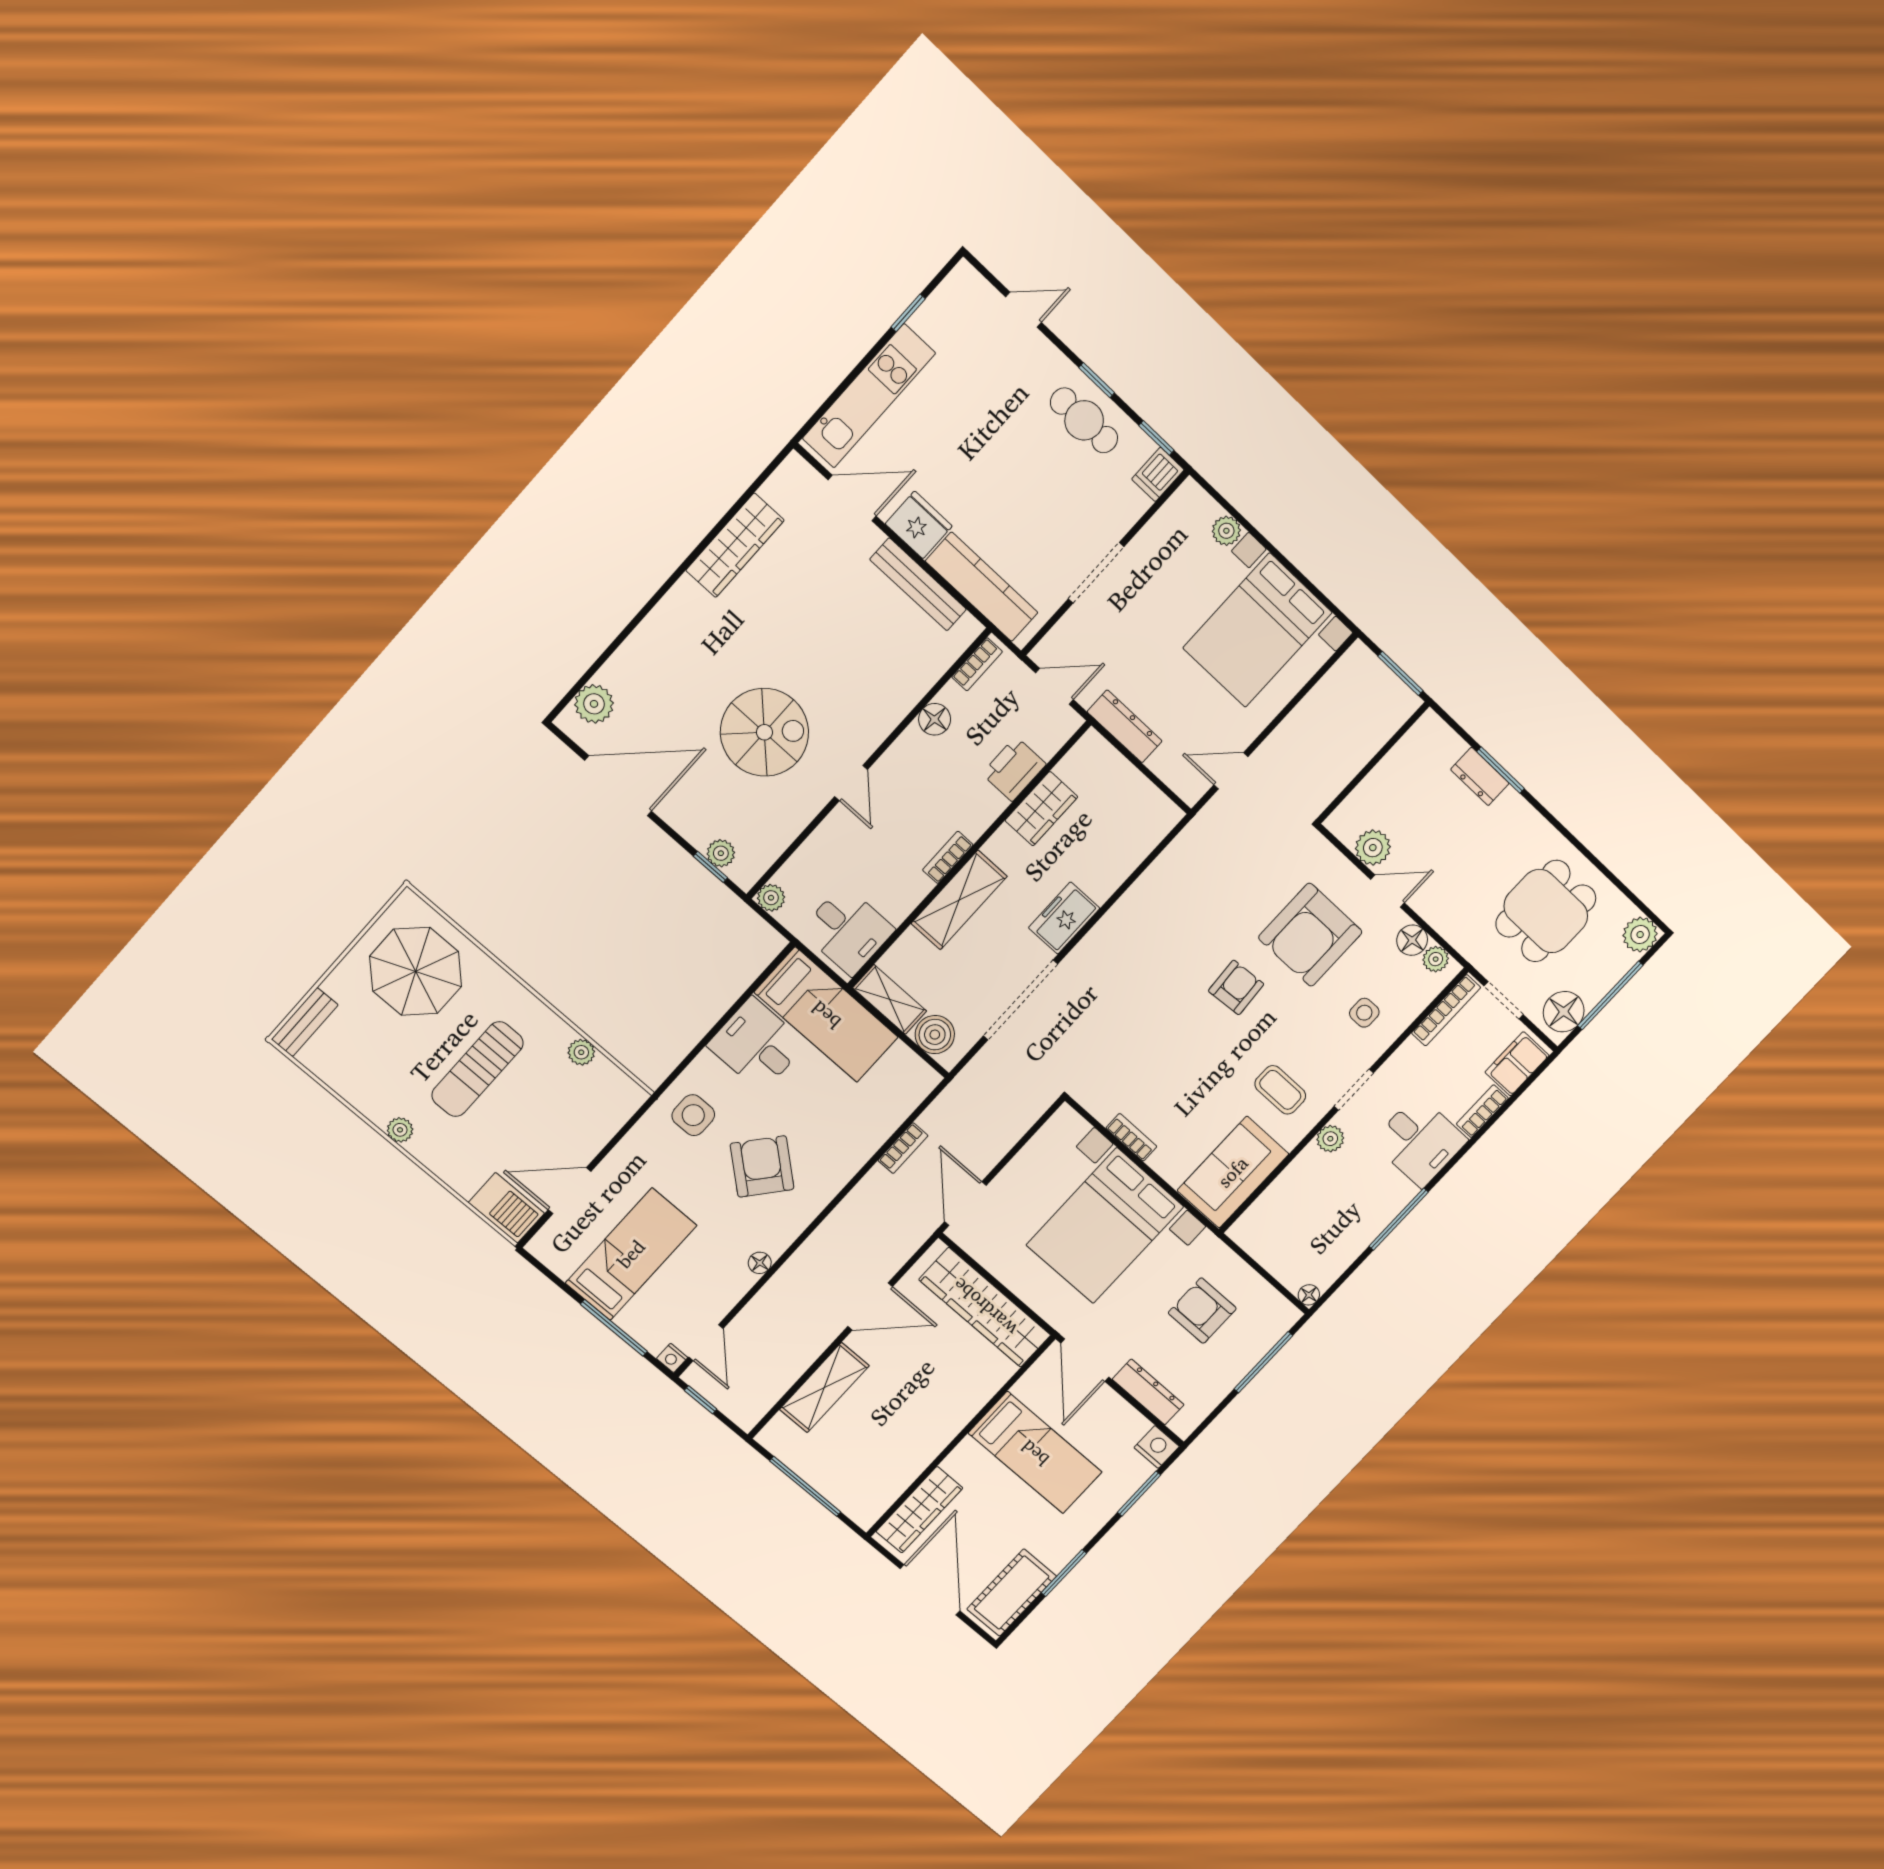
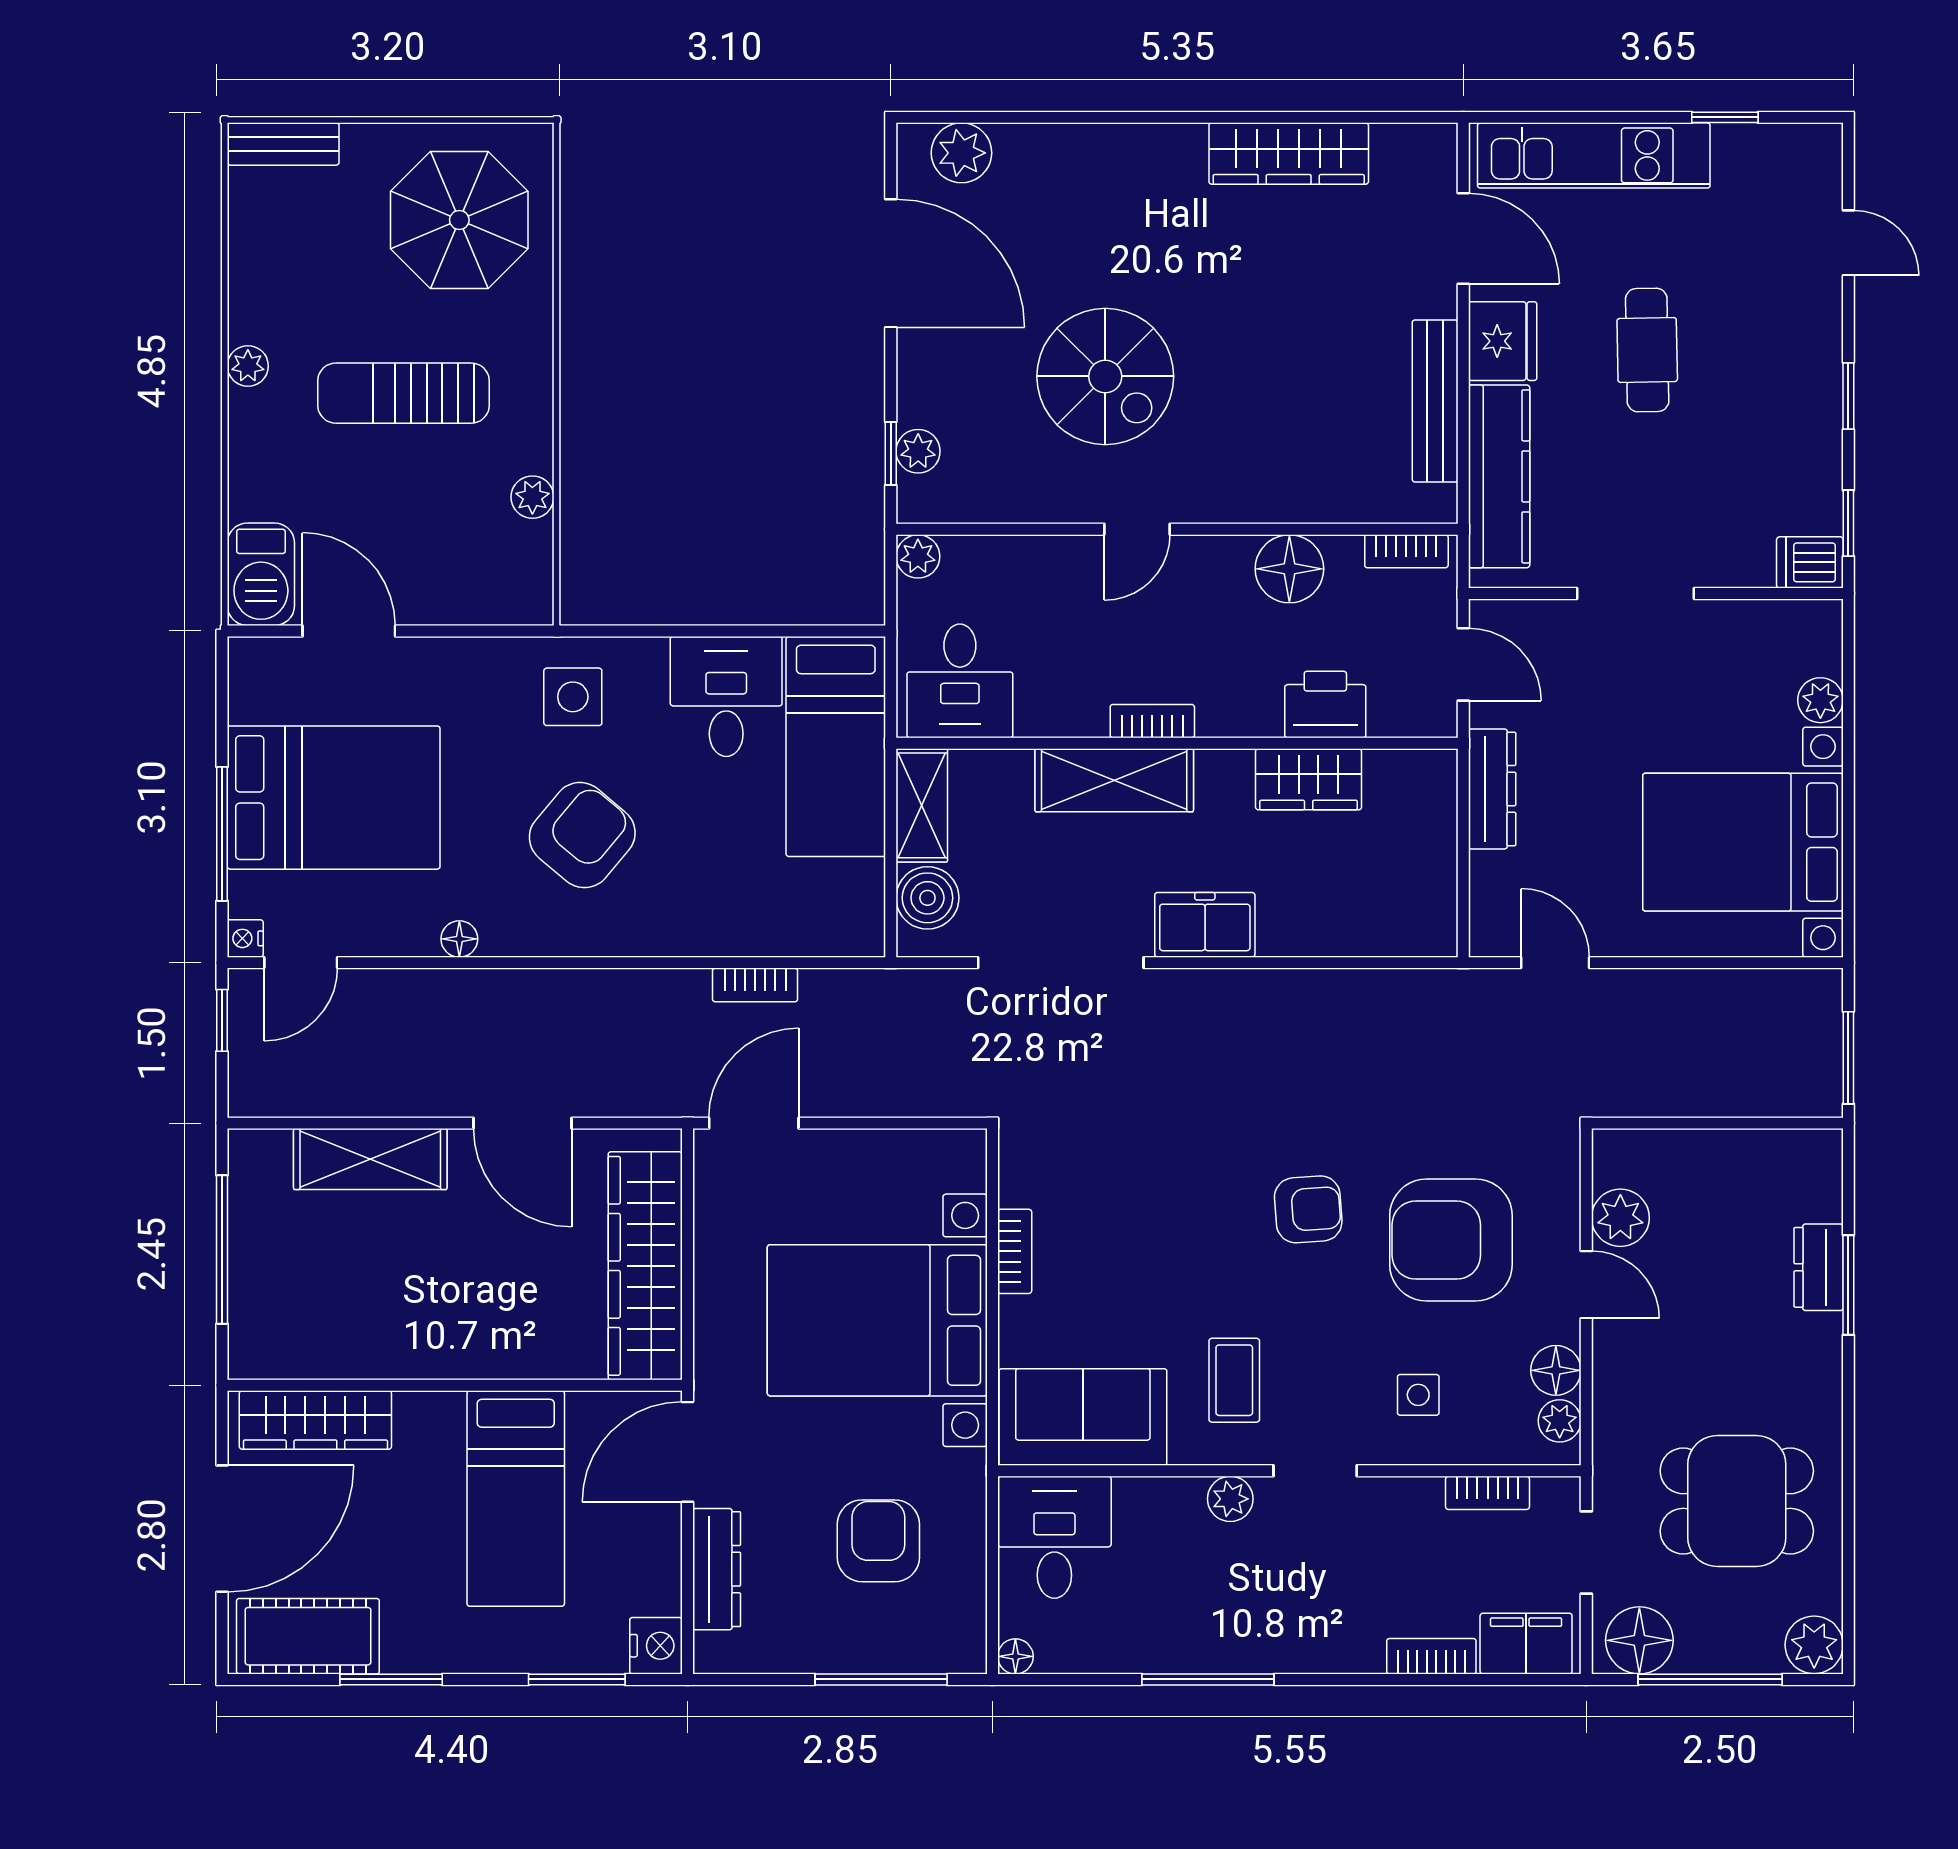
cafe table: (1084, 420) -> (1647, 350), moved
floor lamp: (935, 719) -> (1289, 569), width x1.38, depth x1.38
bookcase: (1446, 1010) -> (1488, 1493), width x0.64
desk: (1420, 1141) -> (1054, 1537), moved, turned 180
bed: (631, 1254) -> (334, 798), width x1.50

